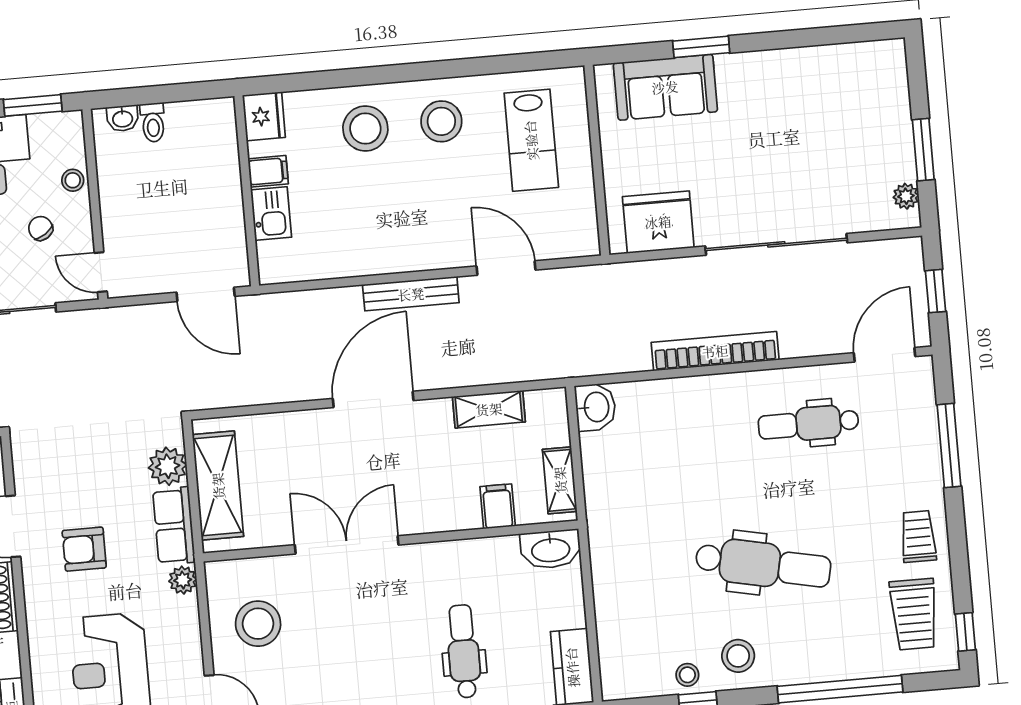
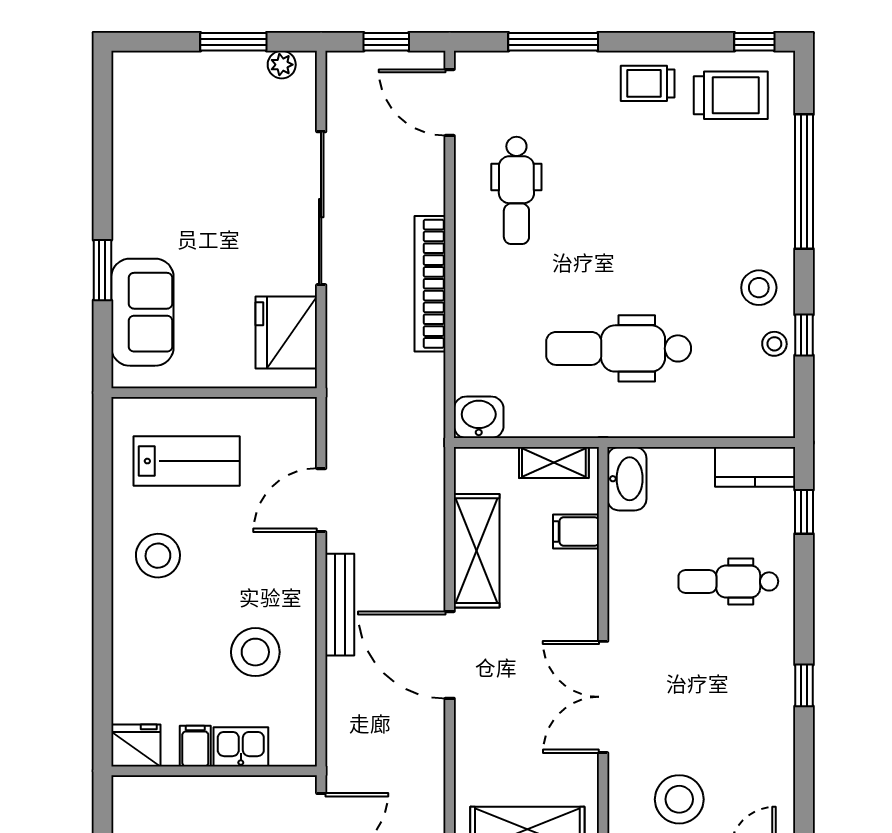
stool: (365, 128) -> (255, 652), moved
shelving: (489, 409) -> (477, 551), width x1.50, depth x1.33
dental chair: (763, 565) -> (619, 348), moved, turned -102

